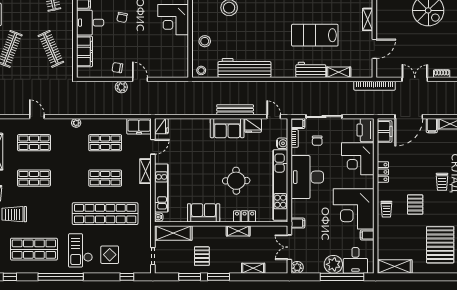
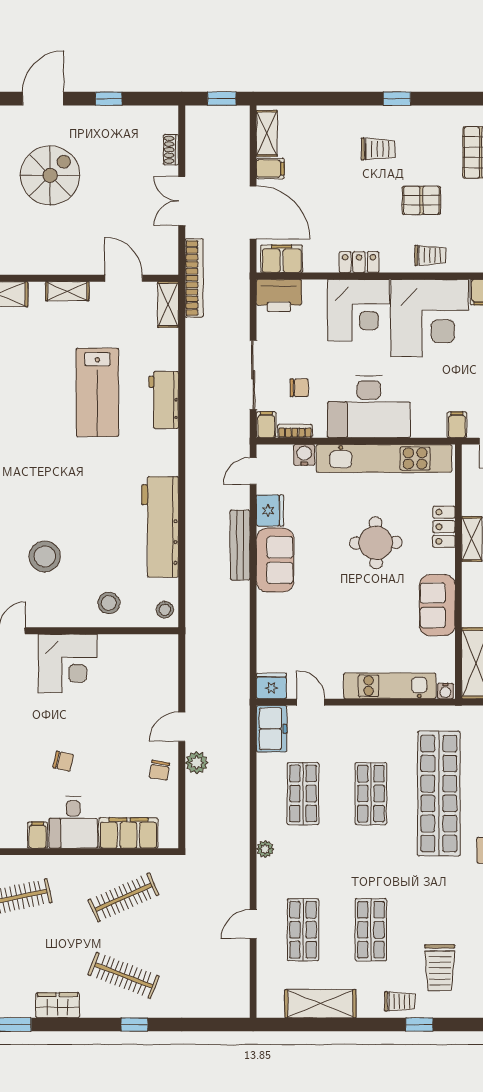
shelving: (339, 72) -> (168, 304), moved
corner desk: (358, 159) -> (358, 310), moved
shelving: (146, 171) -> (358, 716), removed

